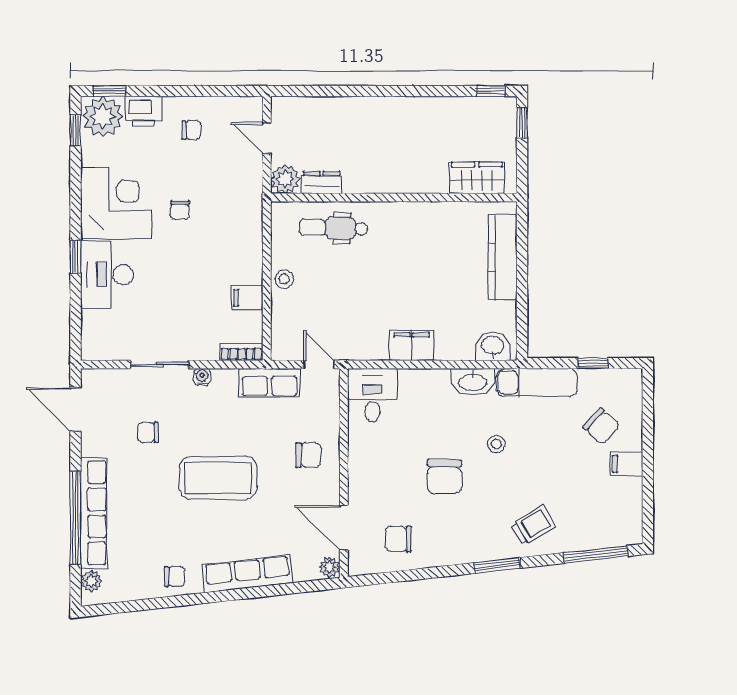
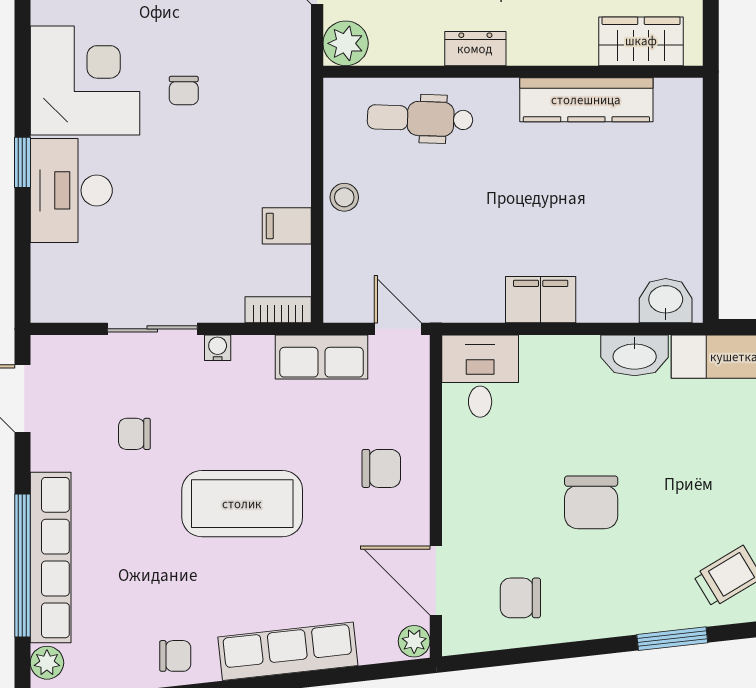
dresser: (322, 183) -> (475, 49), moved
kitchen counter: (503, 257) -> (586, 100), moved, turned -90
stool: (496, 444) -> (671, 452), removed

